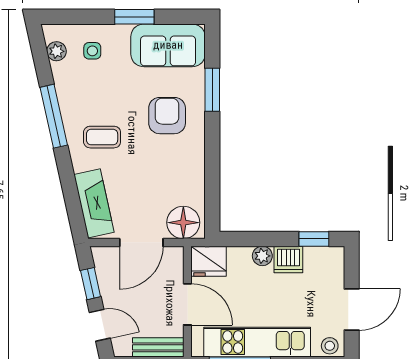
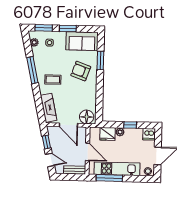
window: (78, 17) -> (44, 28), added
armchair: (167, 116) -> (81, 71), turned -70
window: (314, 239) -> (130, 125), moved
door: (141, 242) -> (68, 125), hinge flipped
dishwasher: (288, 259) -> (149, 134), moved
fridge: (209, 261) -> (107, 134), moved

